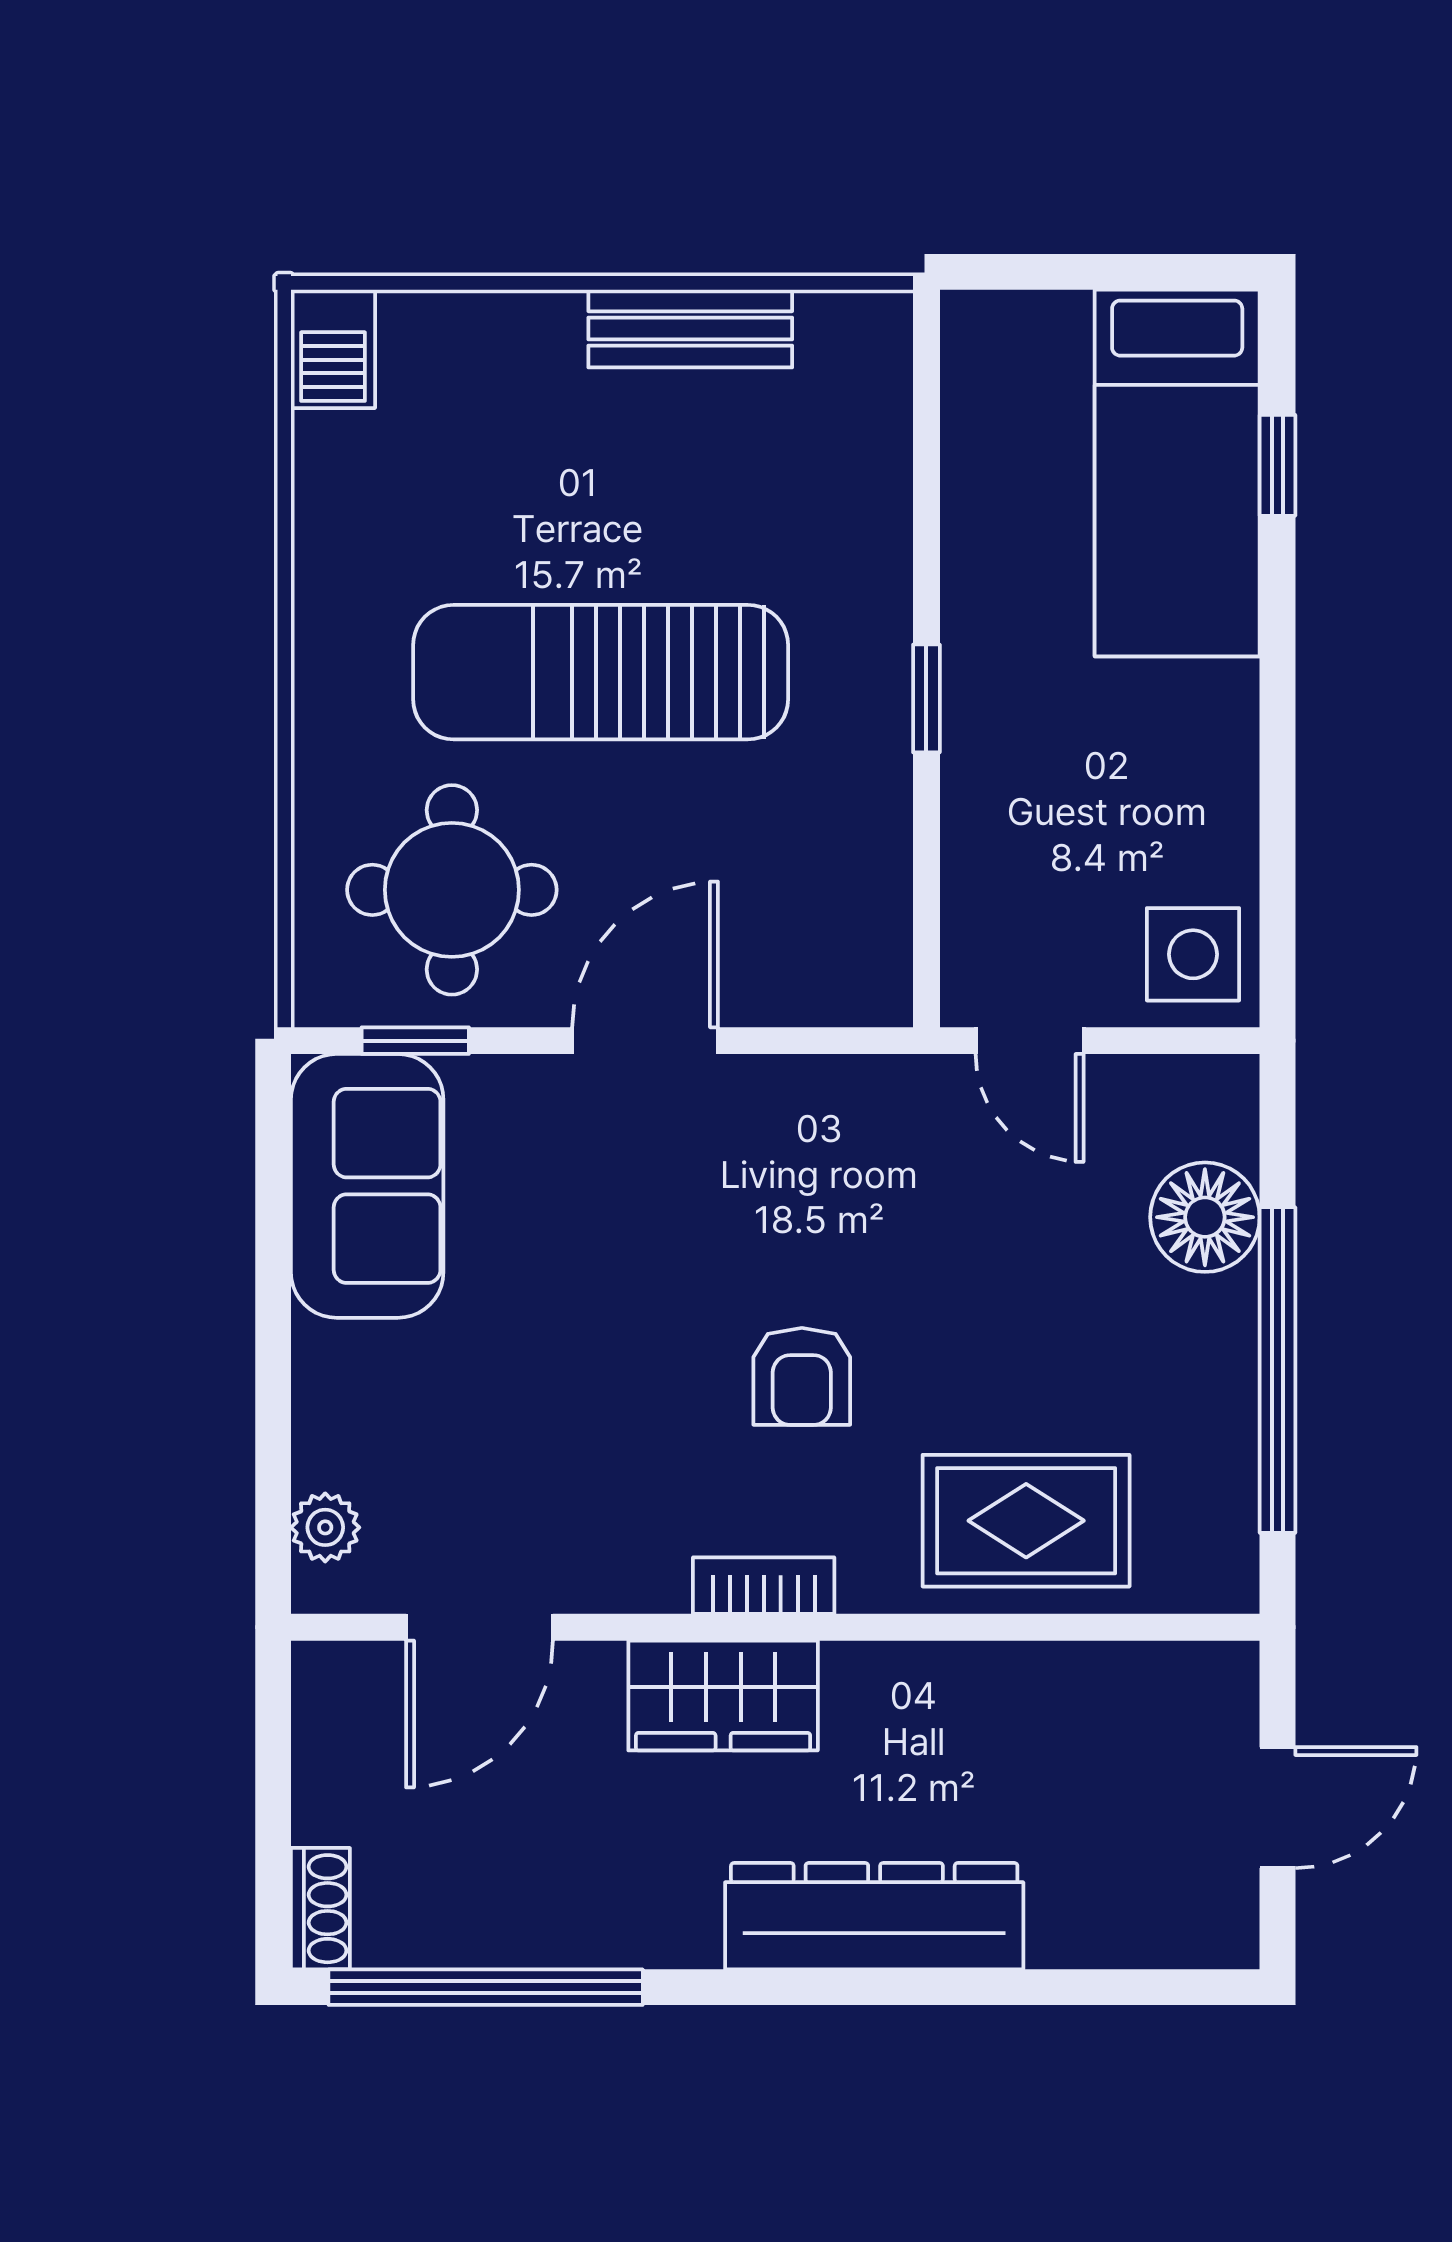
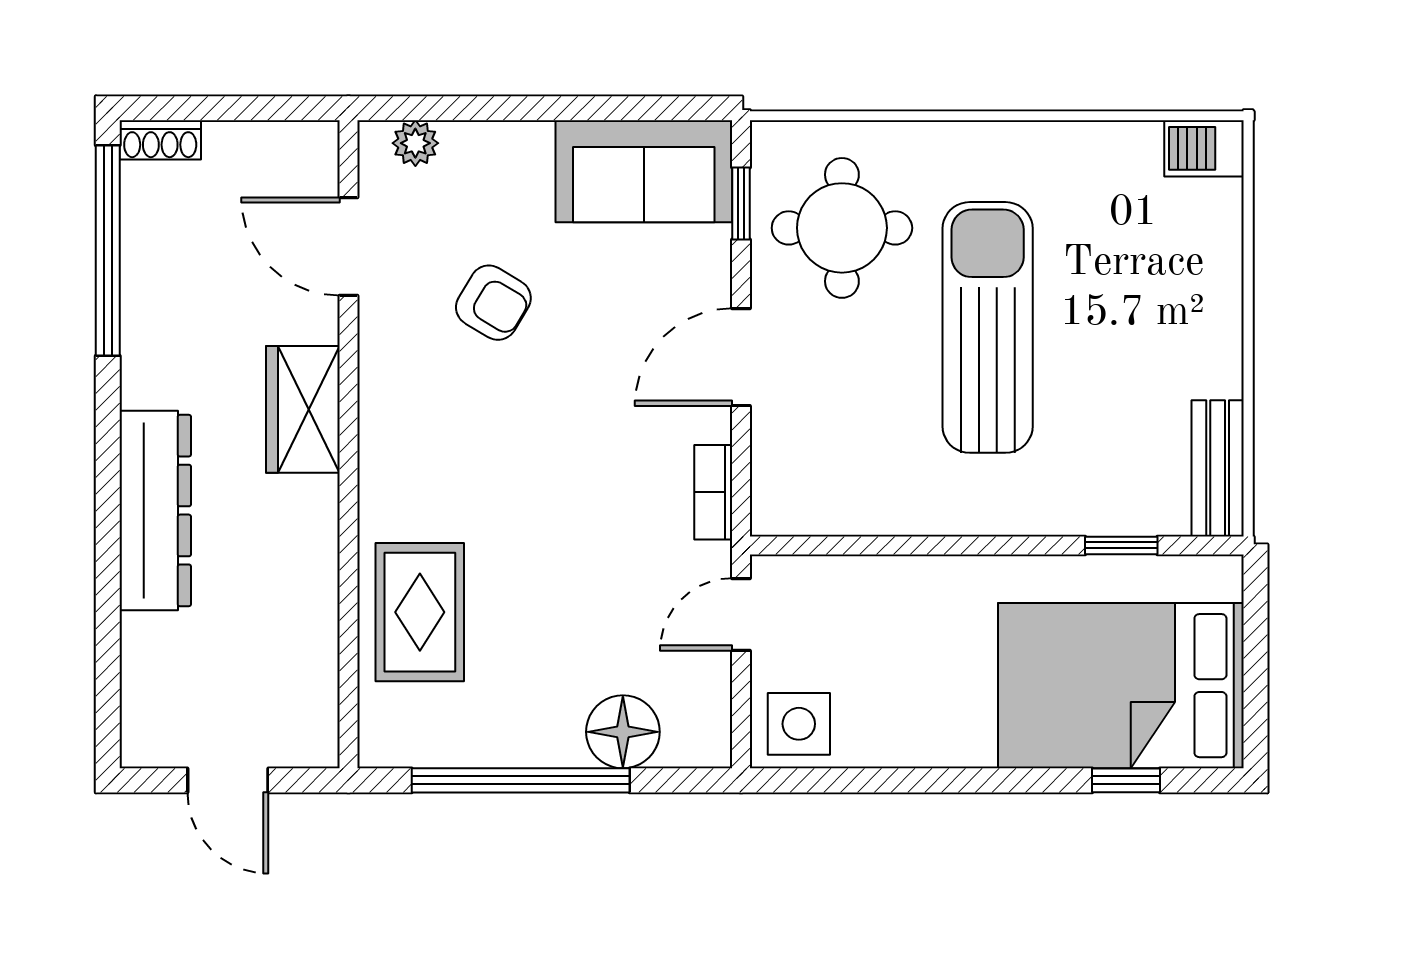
bench: (690, 328) -> (1218, 468), moved
bed: (1177, 473) -> (1121, 686), width x1.50
window: (926, 698) -> (1121, 545), moved
door: (645, 1041) -> (741, 357), swing flipped
armchair: (802, 1376) -> (493, 303), moved, turned -149
bookcase: (764, 1586) -> (713, 492), moved, turned 180

